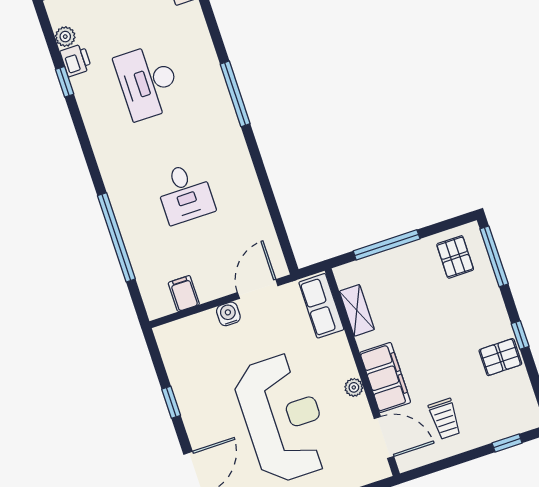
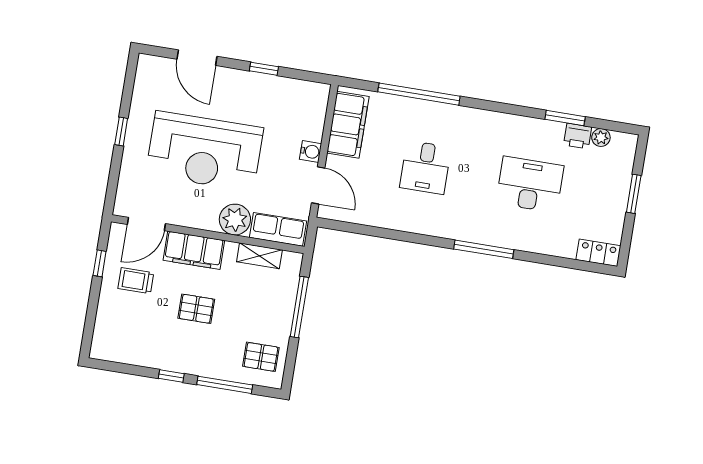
window: (65, 82) -> (565, 118), width x1.50
desk: (185, 193) -> (425, 167), turned -90
window: (494, 256) -> (225, 385), moved
filing cabinet: (184, 294) -> (348, 125), width x3.00, depth x1.17
pallet: (500, 357) -> (196, 309), moved, turned 90
plant: (354, 387) -> (235, 220), moved, width x1.88, depth x1.88
window: (507, 443) -> (100, 263), moved

